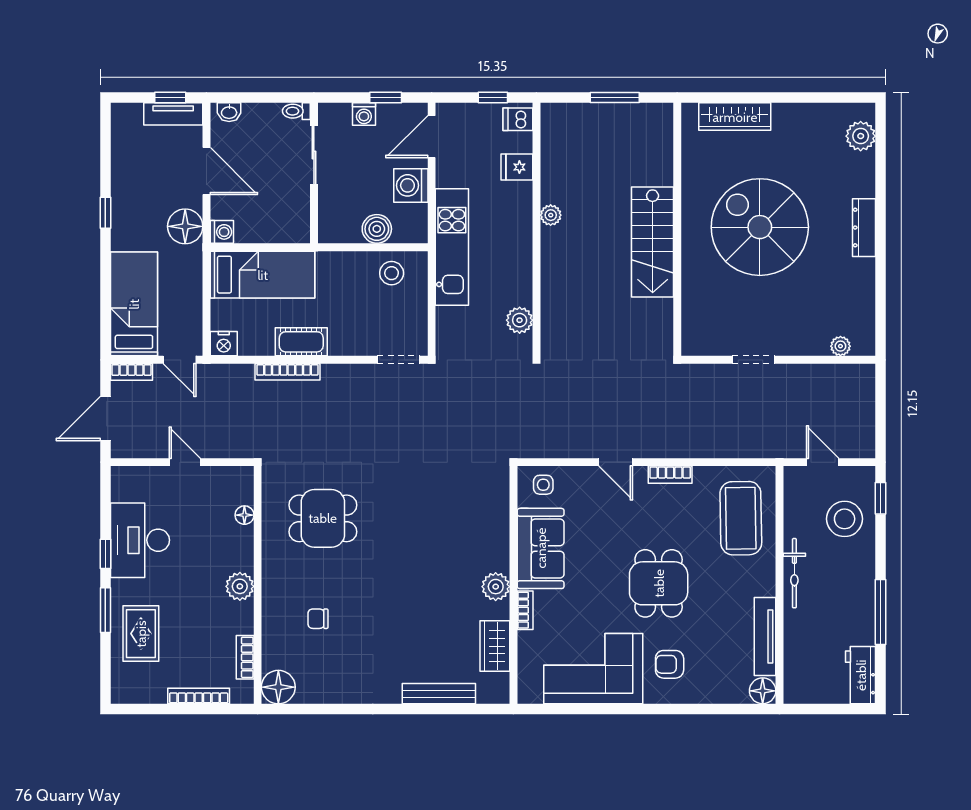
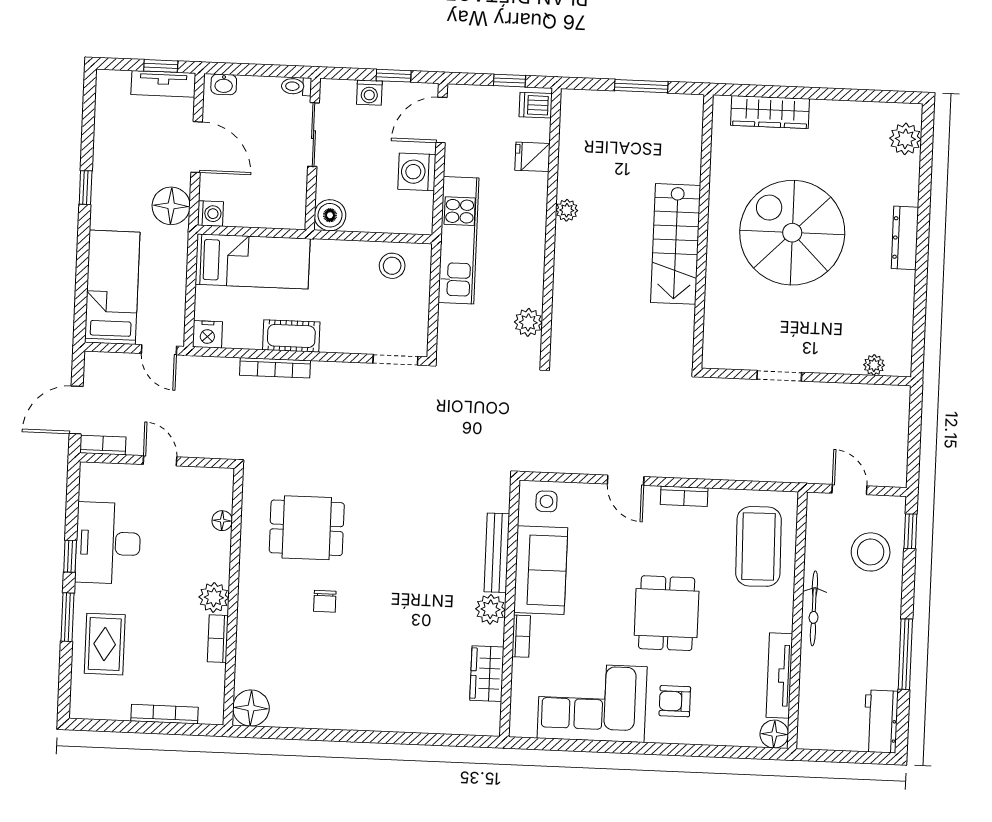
boiler: (377, 229) -> (330, 215), moved
bookcase: (132, 372) -> (103, 445), moved, turned 180
chair: (318, 619) -> (325, 601), moved, turned -90
bookcase: (245, 657) -> (218, 639), moved
bench: (439, 694) -> (497, 553), moved, turned 90

